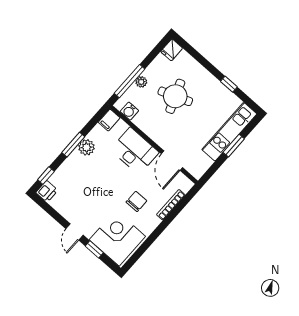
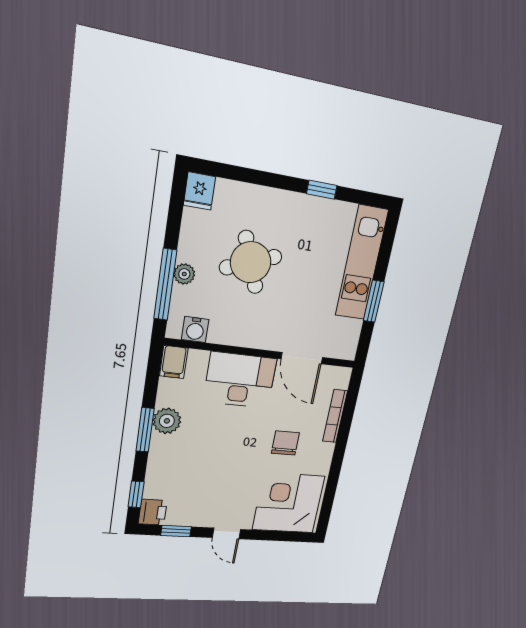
window: (234, 146) -> (374, 301), moved
window: (94, 249) -> (176, 531), moved

